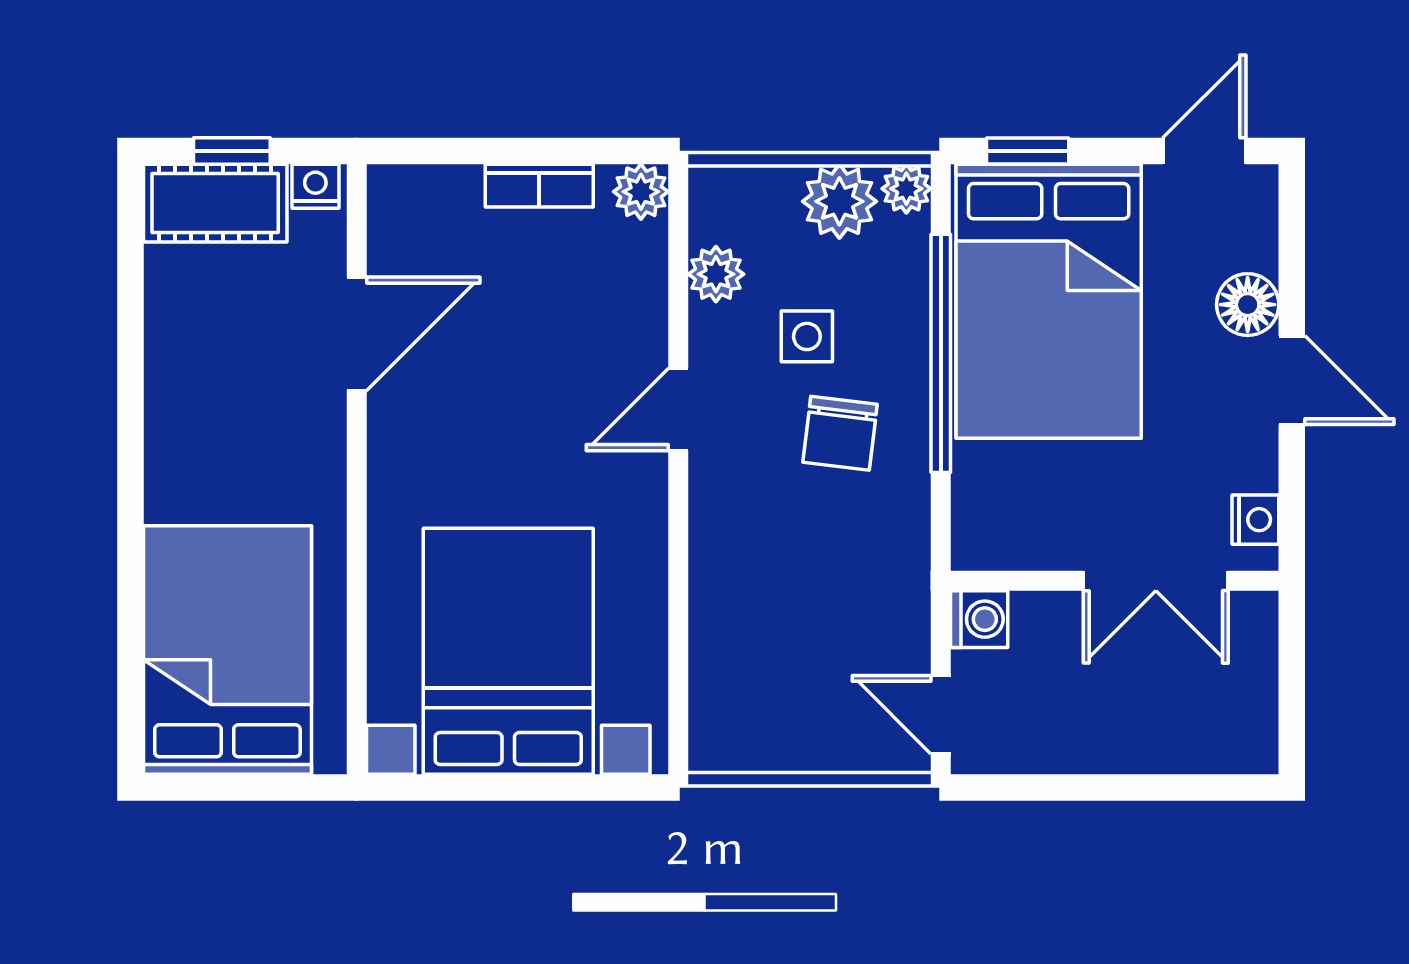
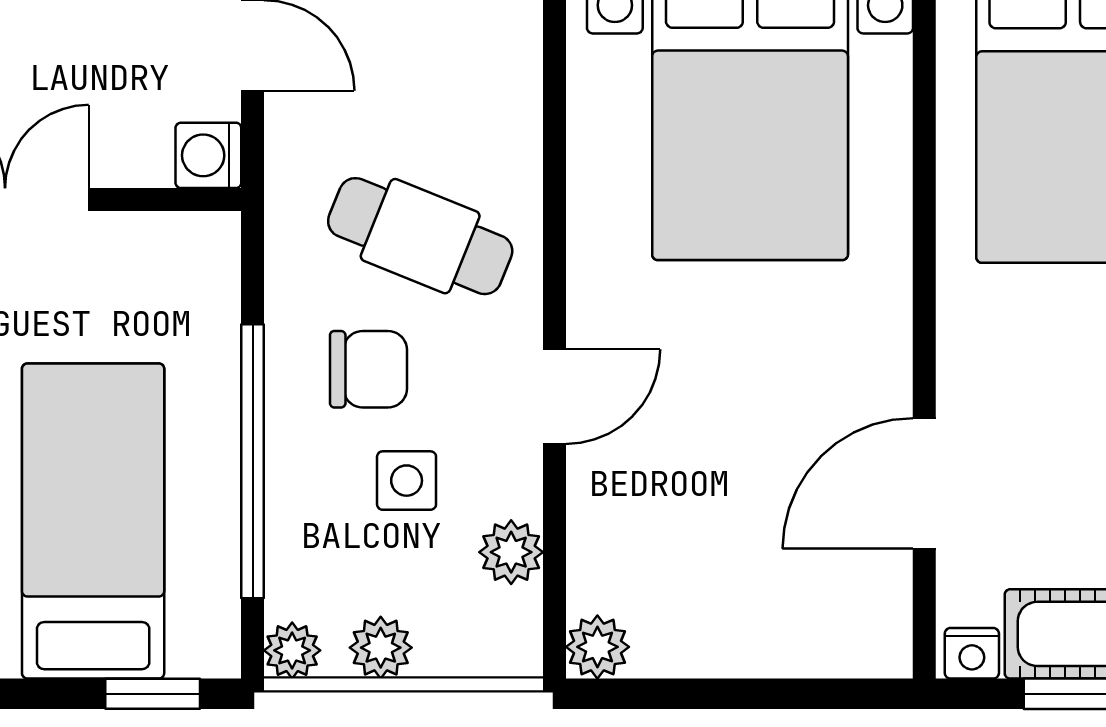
bookcase: (539, 186) -> (714, 654), removed
plant: (839, 201) -> (381, 648), width x0.73, depth x0.73
bed: (1049, 301) -> (93, 521), width x0.67
chair: (840, 433) -> (368, 369), turned 83
cafe table: (795, 549) -> (420, 236), added

